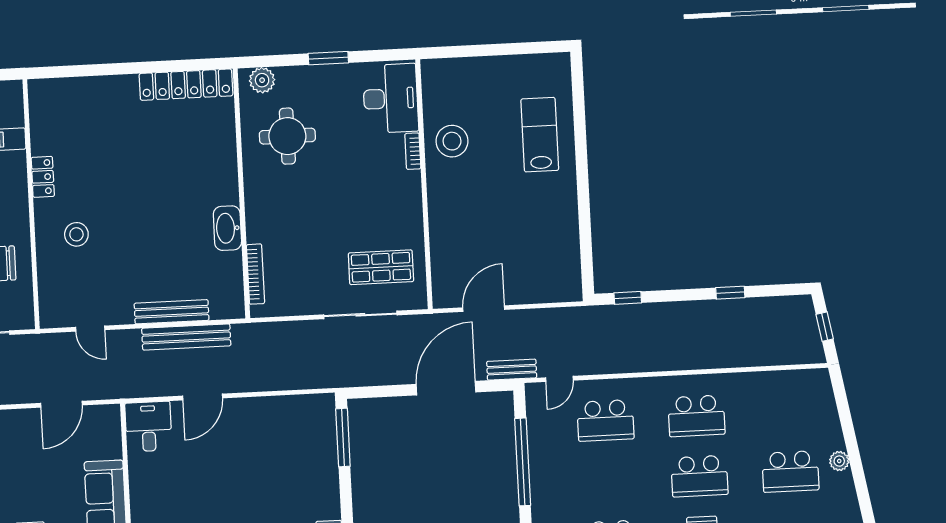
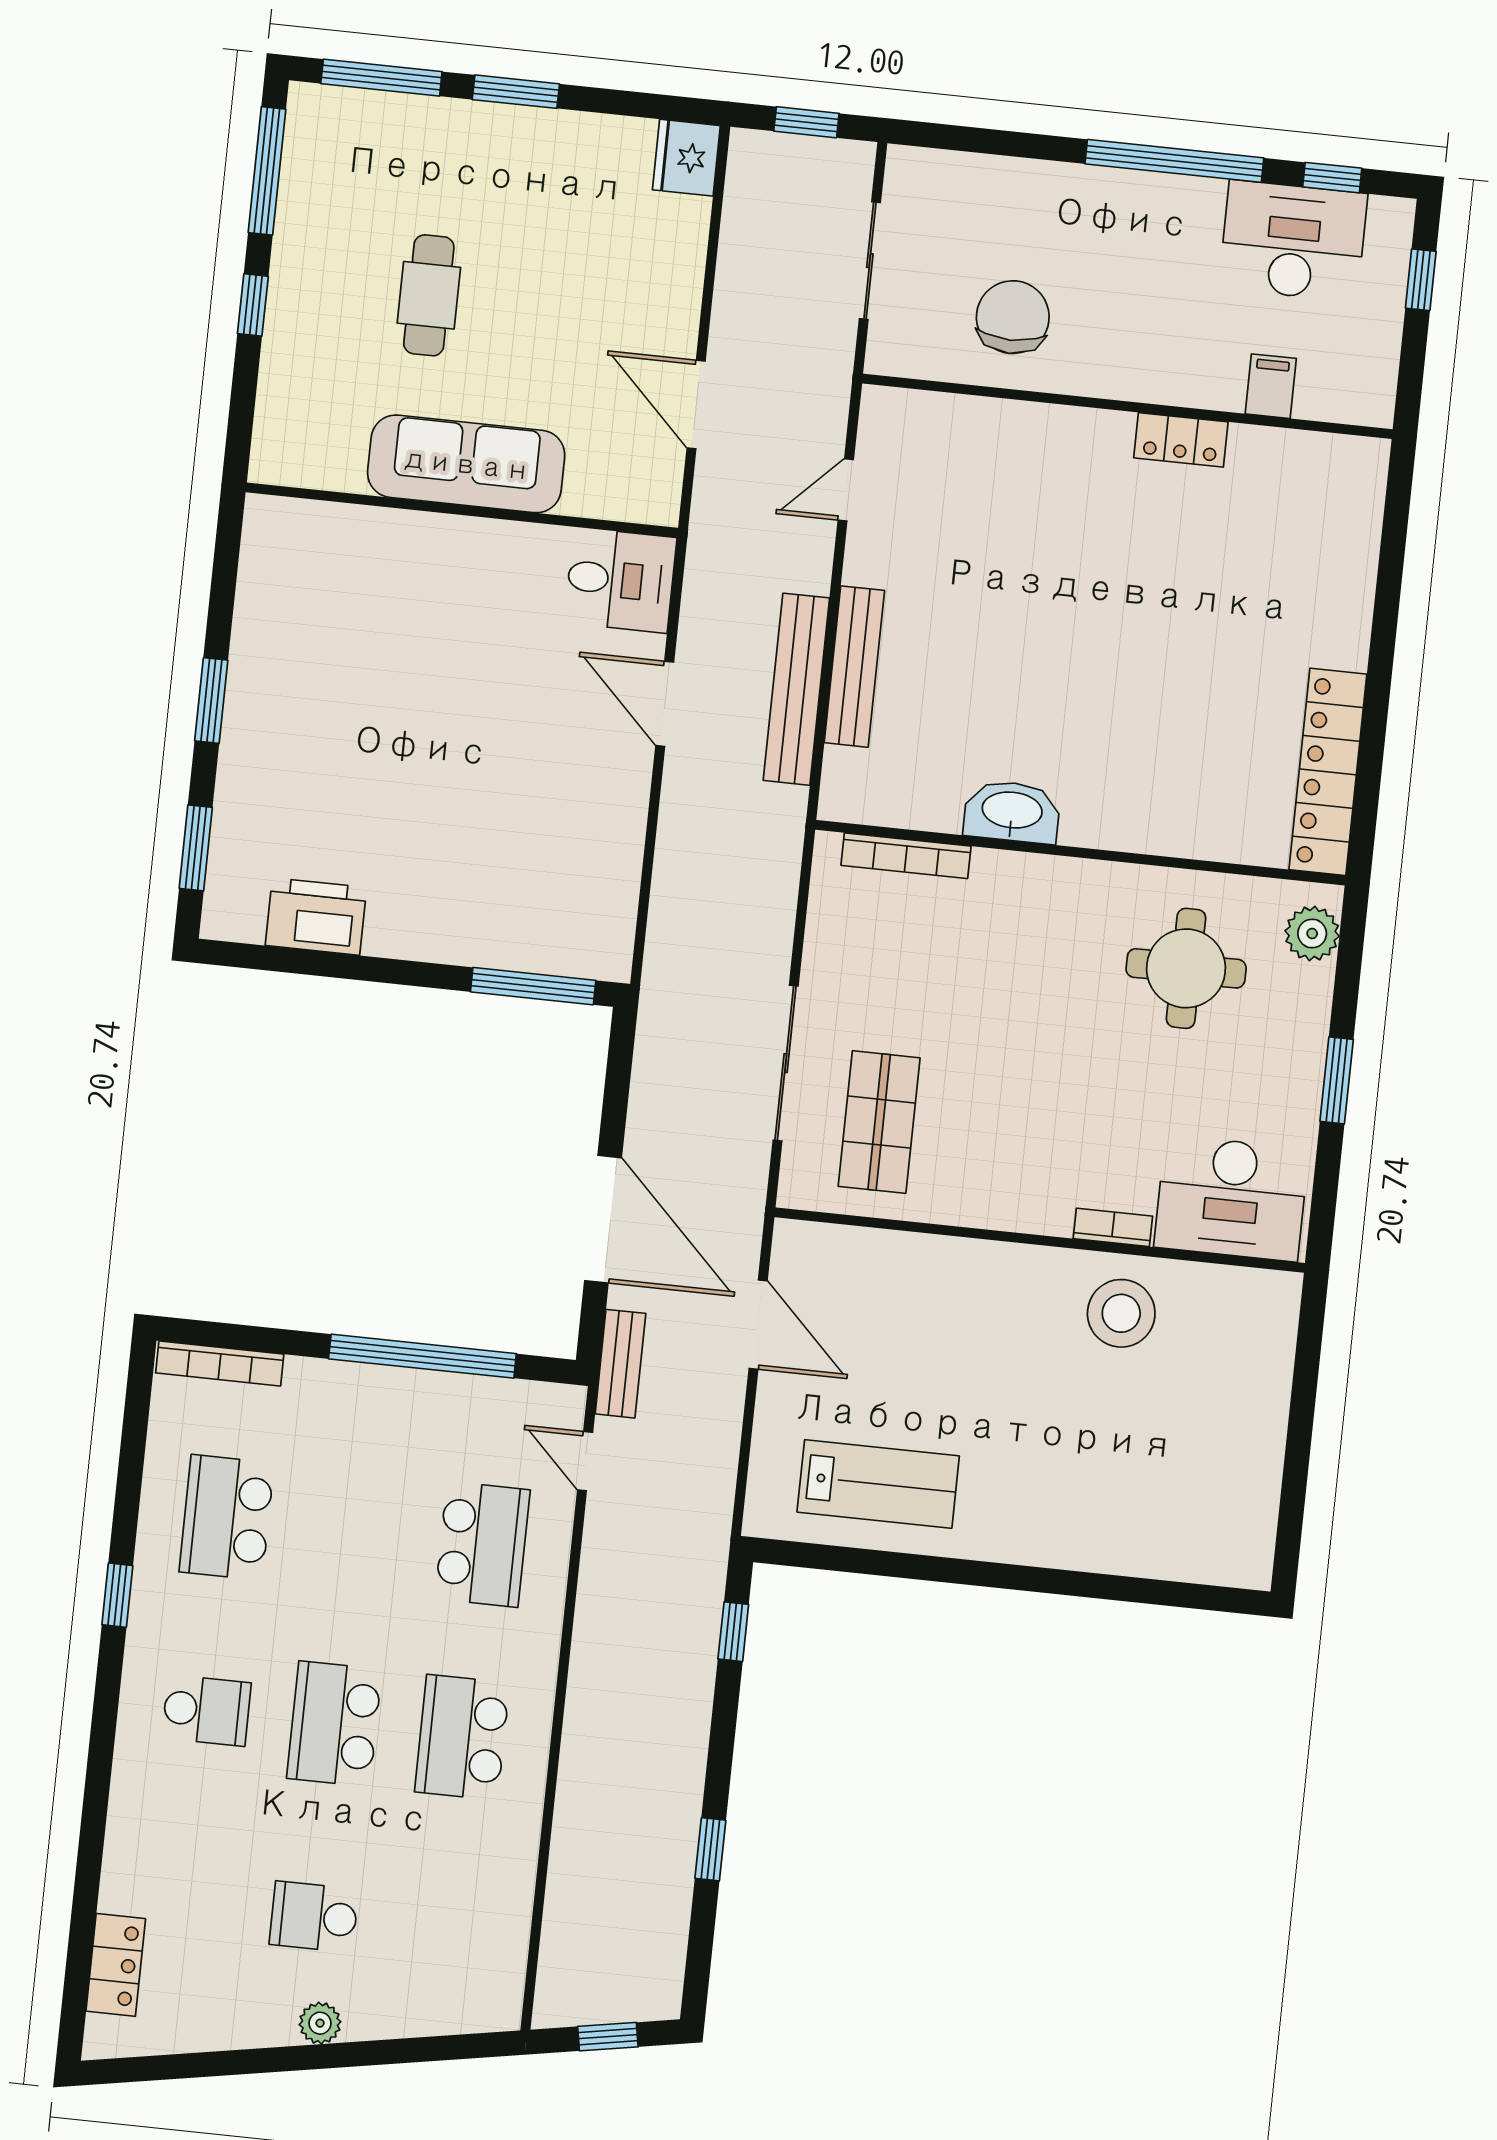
lab bench: (540, 135) -> (878, 1484), moved
stool: (76, 234) -> (1049, 492), removed
school desk: (605, 420) -> (482, 1544), turned 180
school desk: (790, 471) -> (314, 1917), width x0.54

